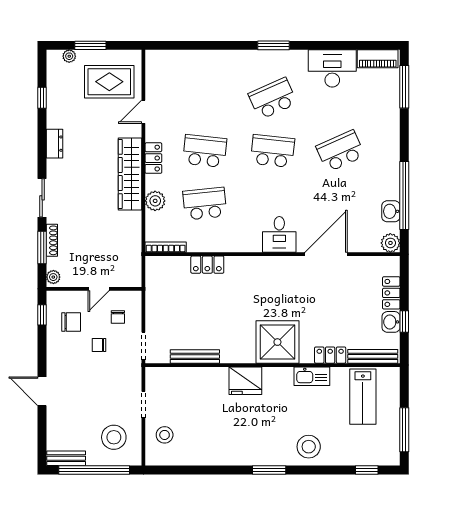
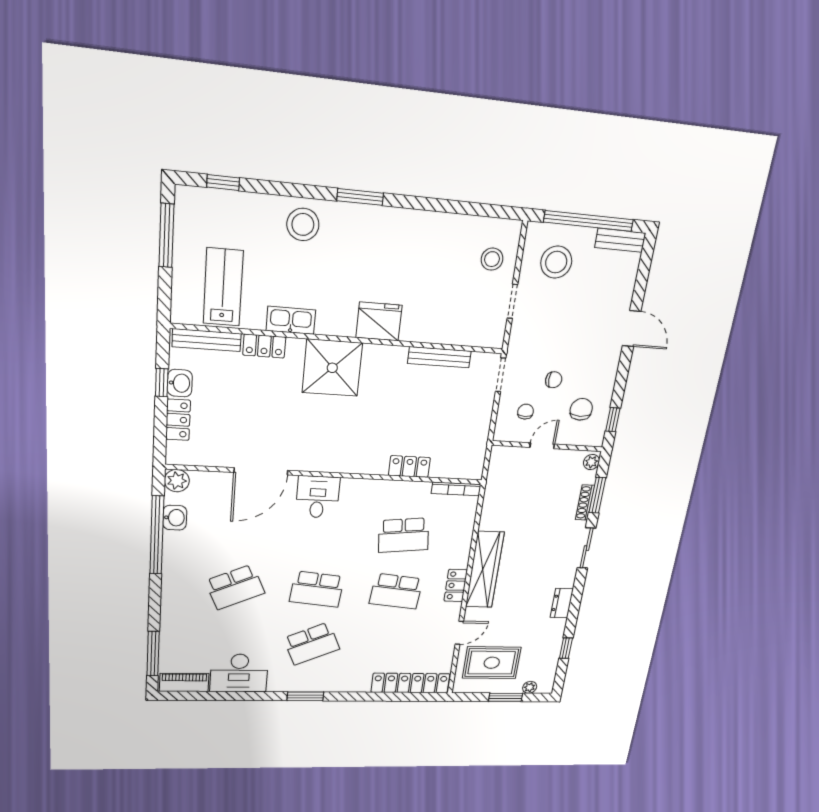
locker: (181, 60) -> (411, 683), added
plant: (155, 201) -> (461, 540), removed
chair: (71, 322) -> (581, 409), turned 90

